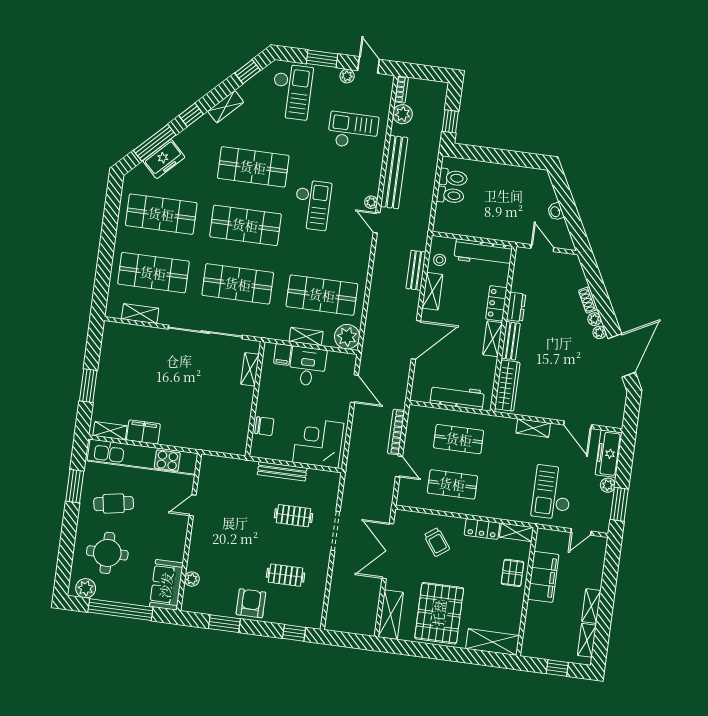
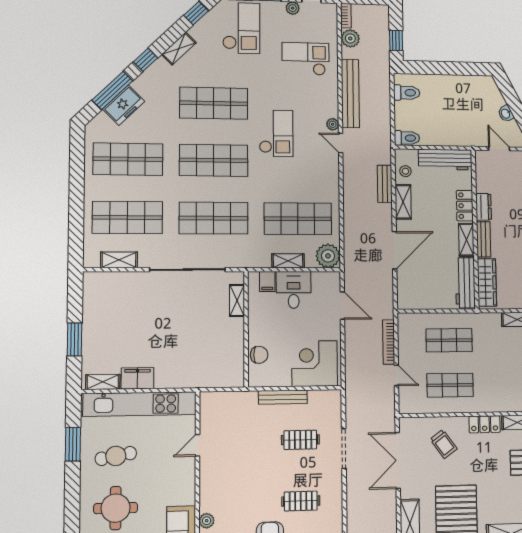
toilet: (450, 195) -> (407, 138), moved
workbench: (457, 397) -> (465, 283), moved, turned -90

